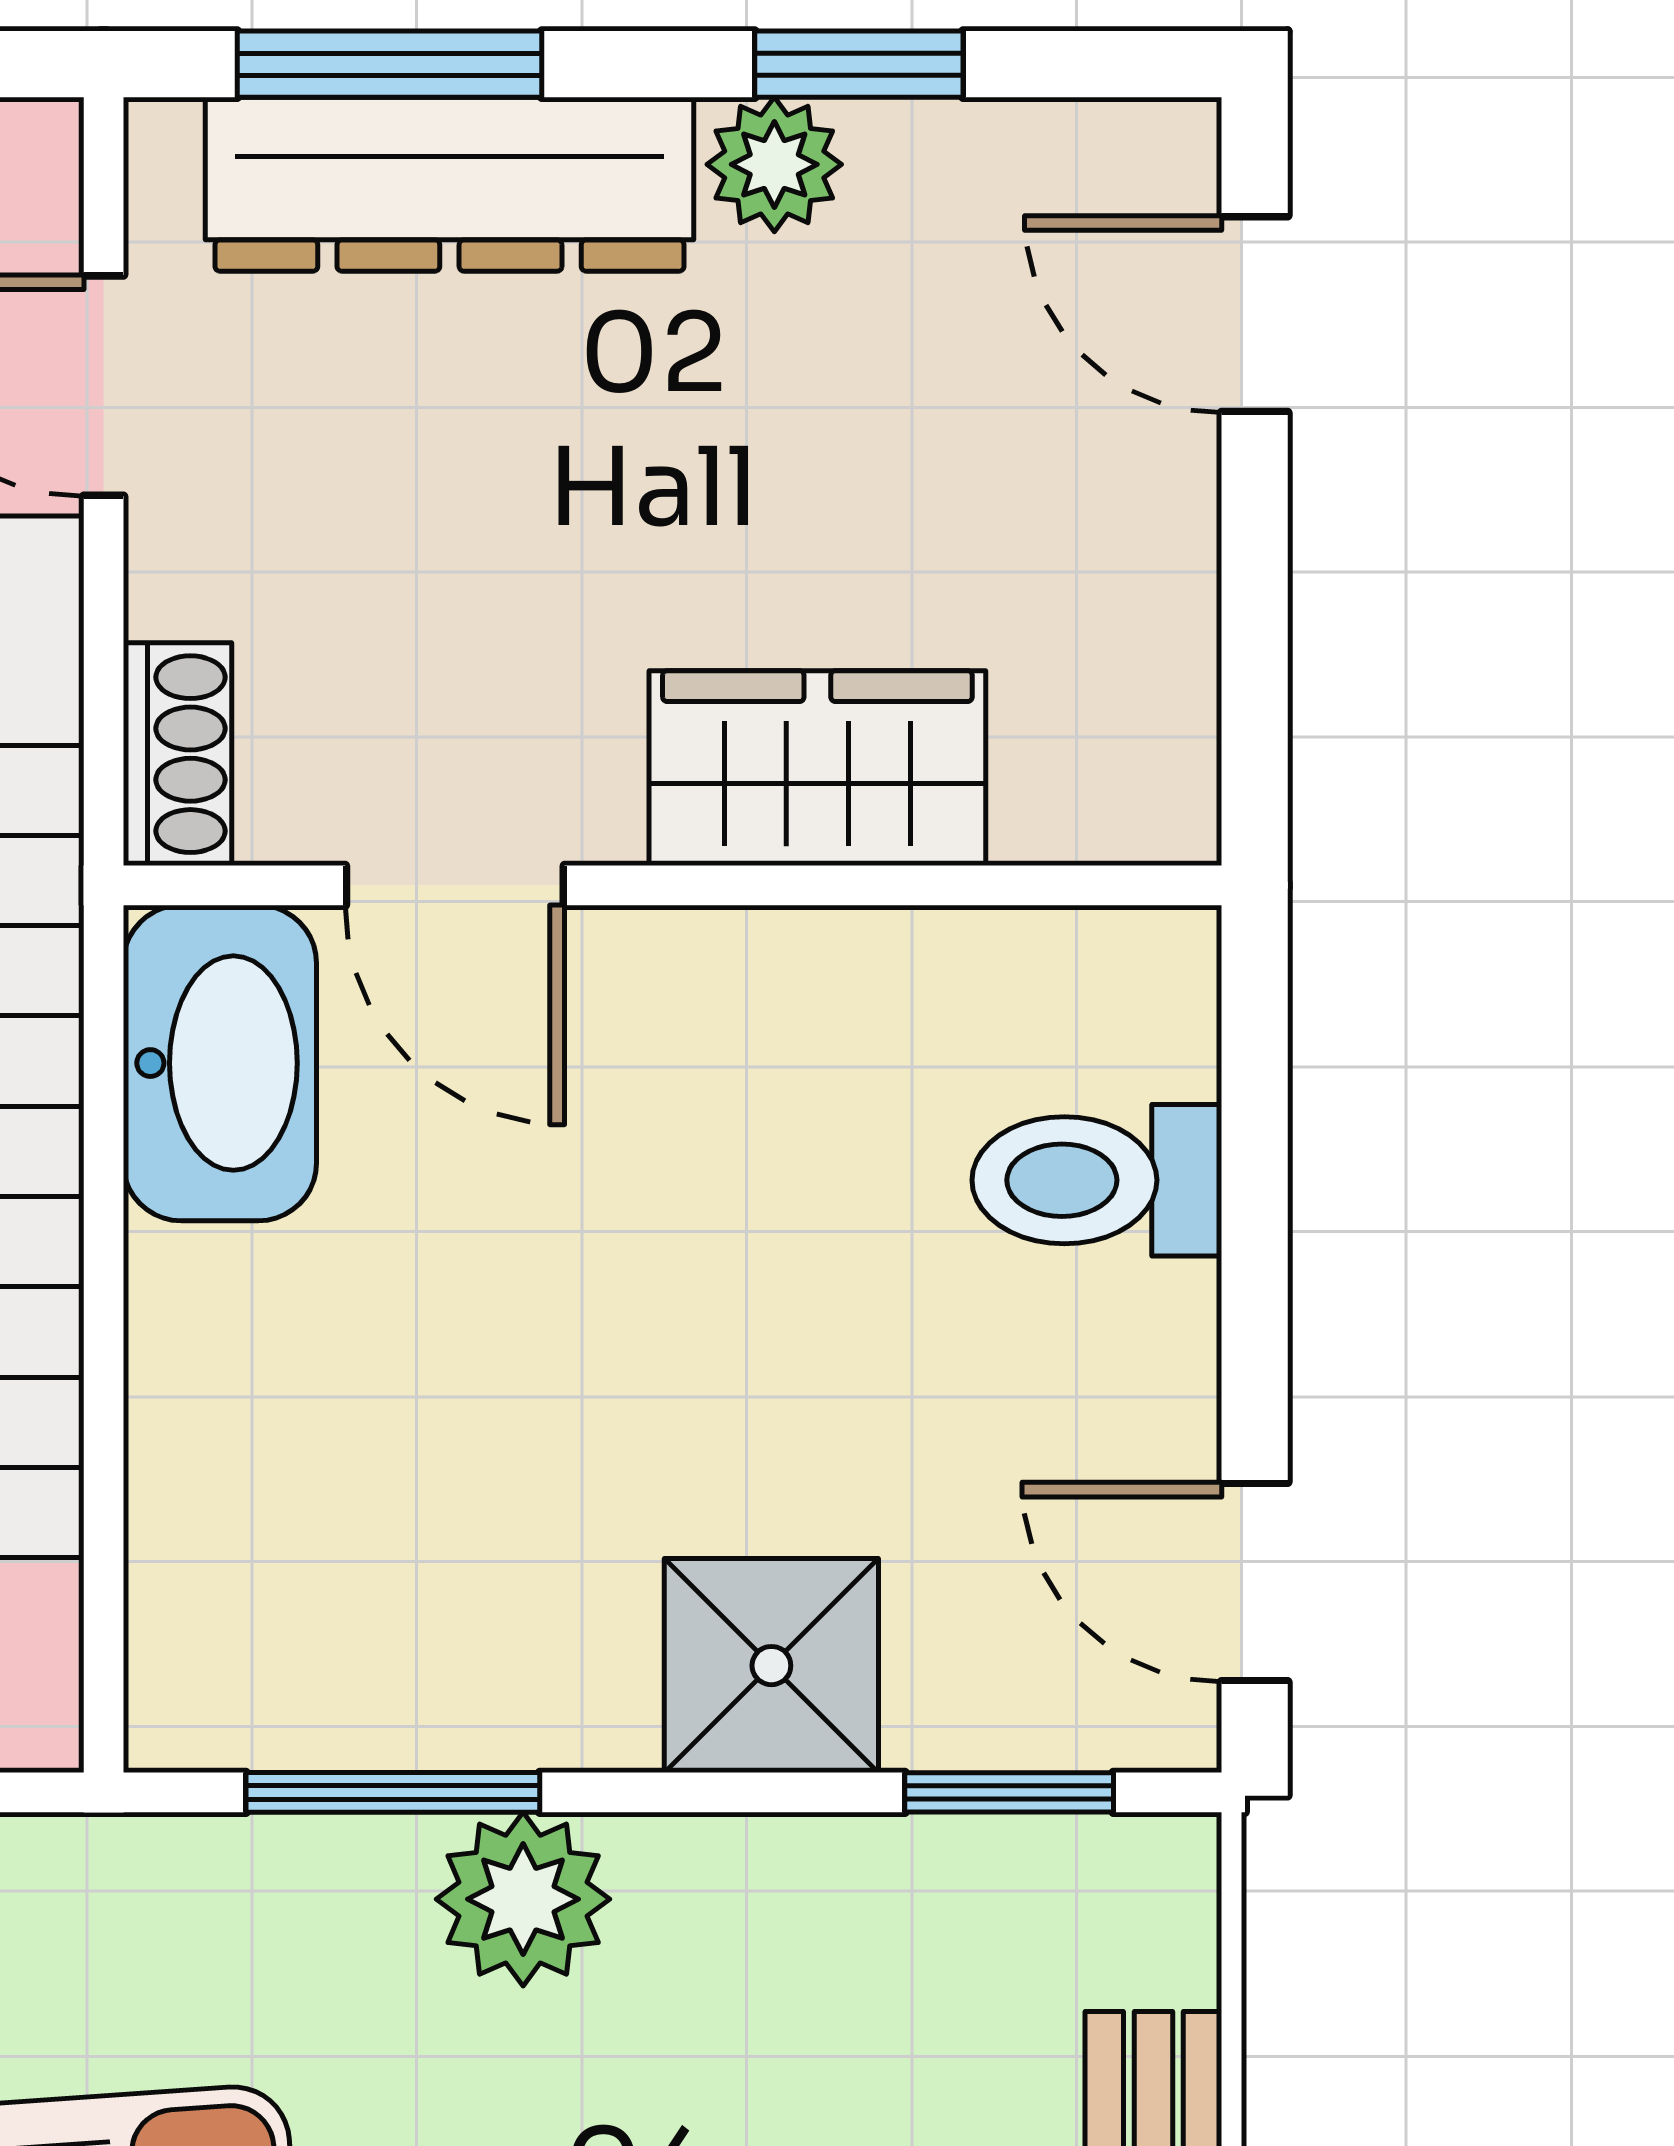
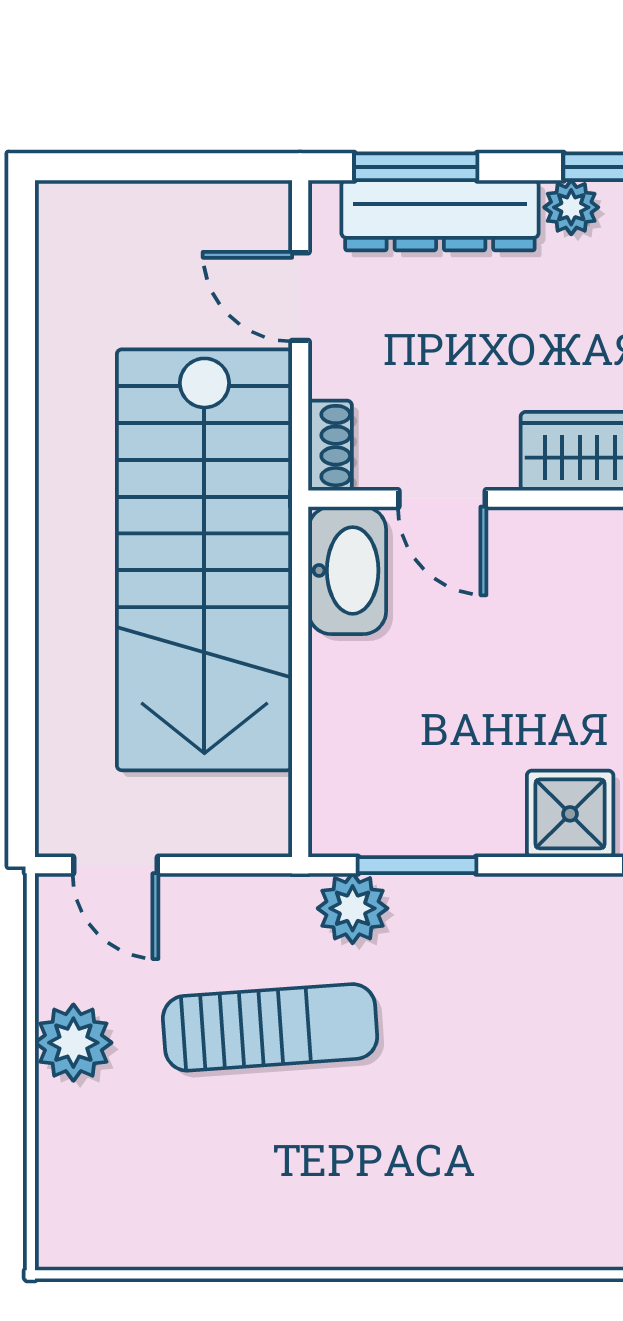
plant: (523, 1899) -> (353, 908), moved

